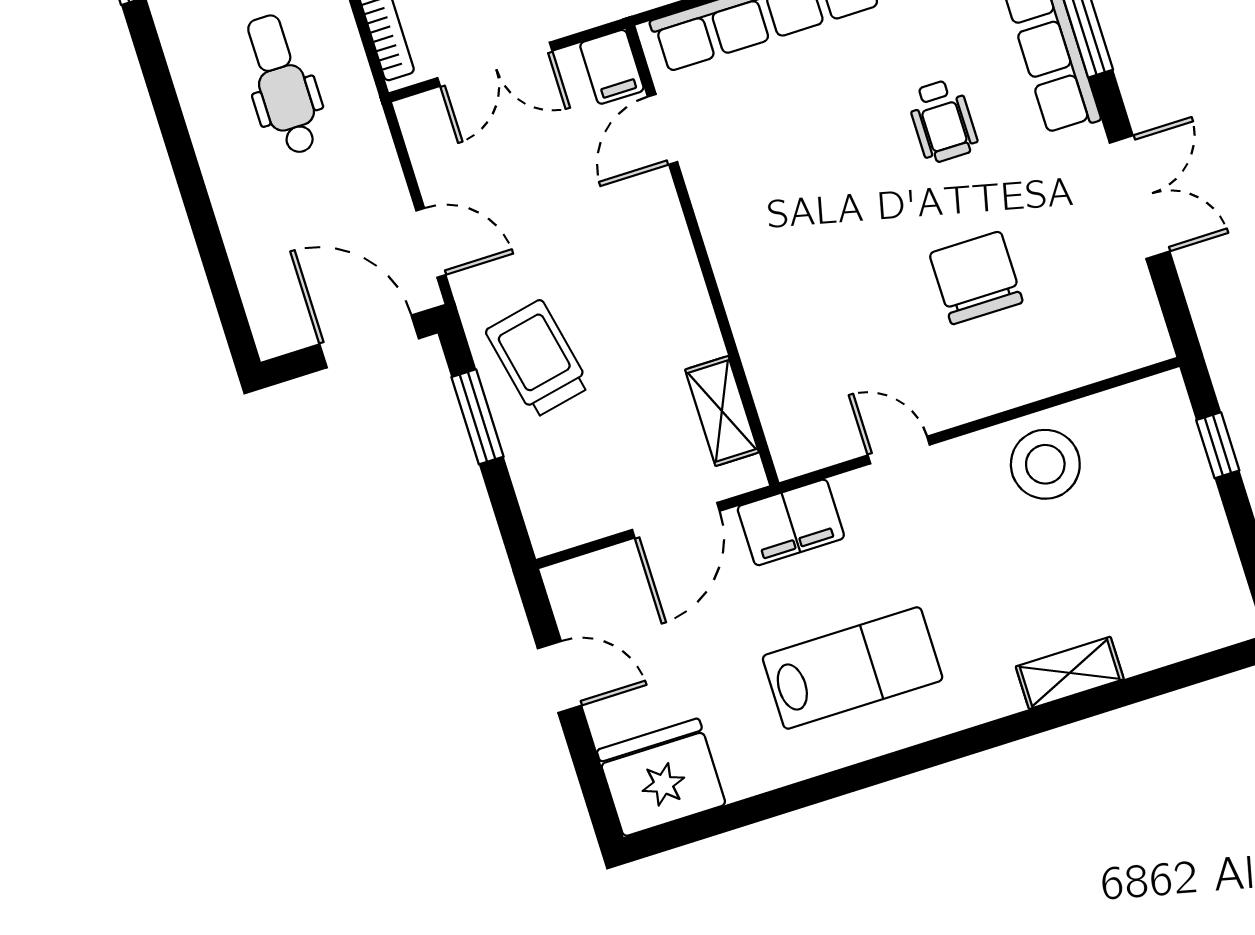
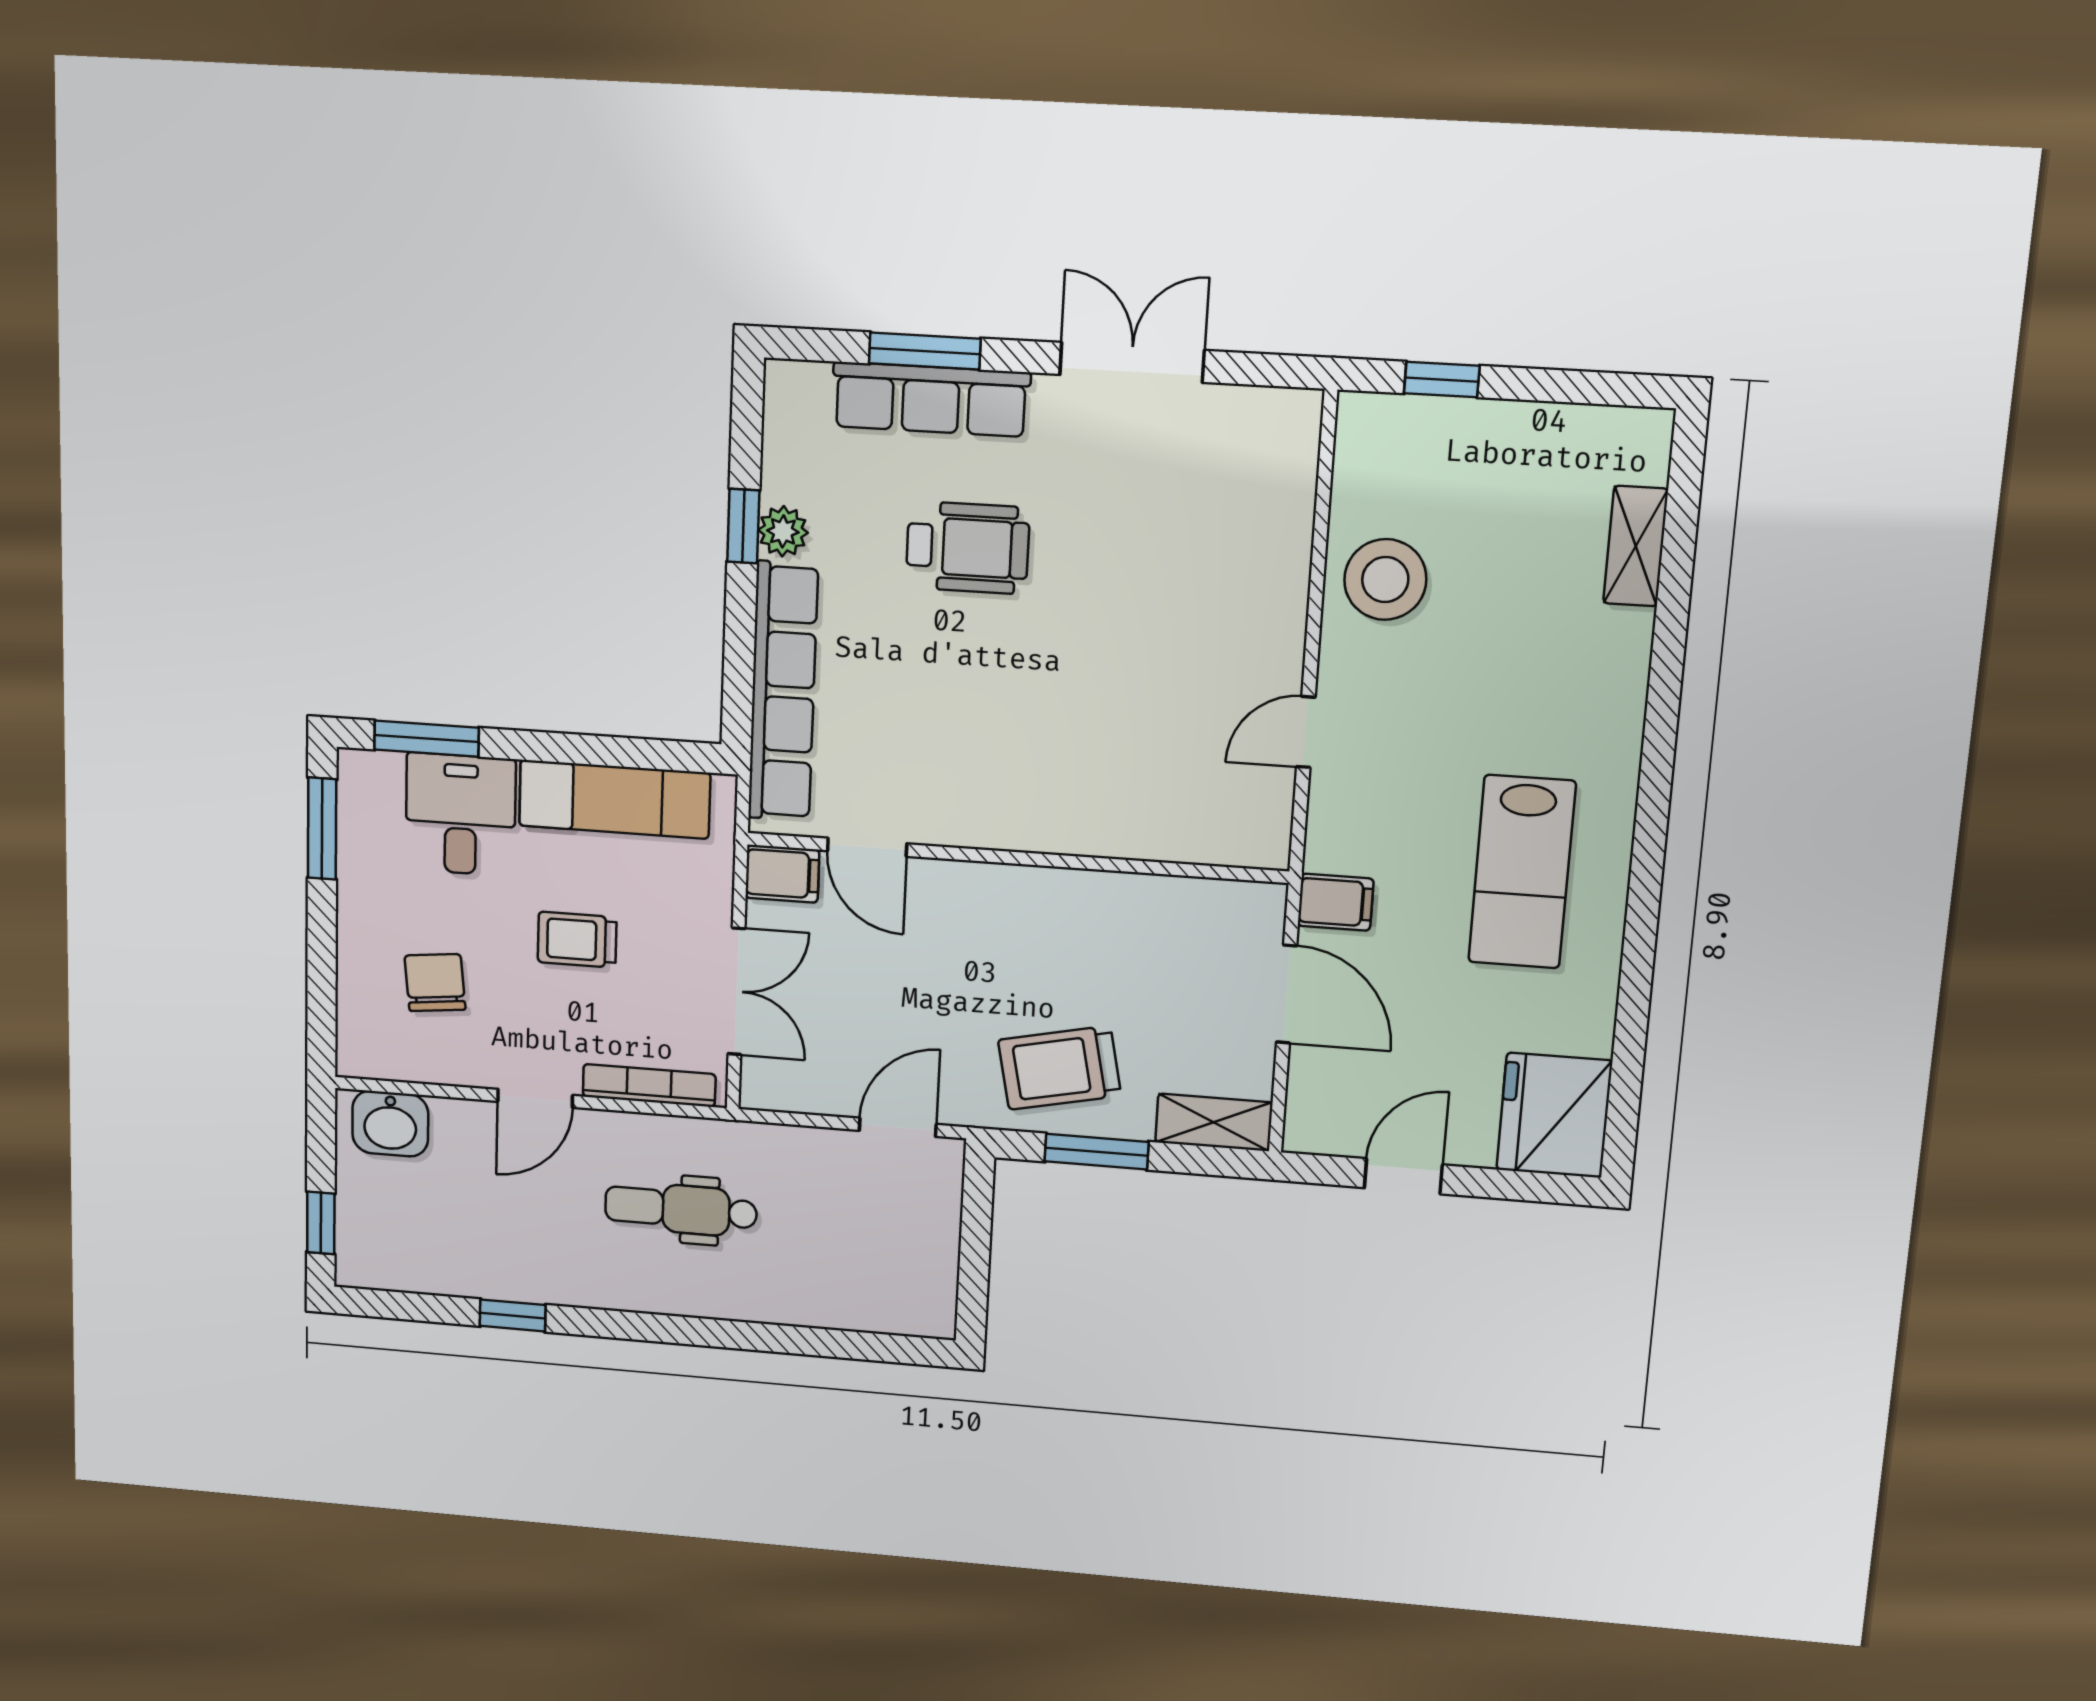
wheelchair: (943, 121) -> (968, 548), width x1.36, depth x1.37
chair: (976, 278) -> (1152, 577), removed
door: (369, 341) -> (976, 1228), removed
shelving: (722, 411) -> (1214, 1122), moved
filing cabinet: (791, 522) -> (1336, 902), width x0.50
lab bench: (853, 668) -> (1522, 872), turned 180
shelving: (1070, 673) -> (1636, 546), moved

